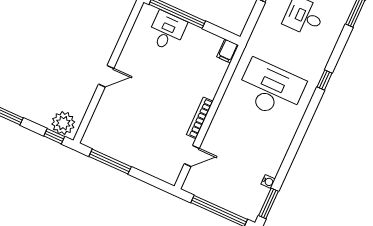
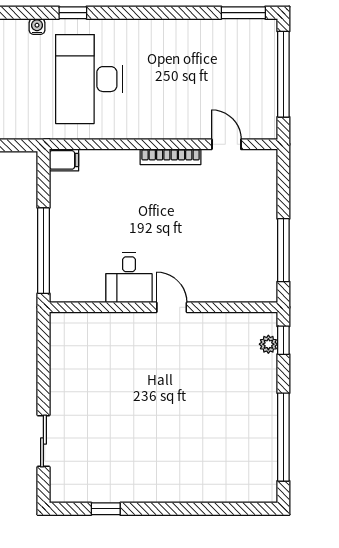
desk: (167, 31) -> (129, 278), moved, turned -90
window: (325, 80) -> (73, 13), moved
plant: (63, 123) -> (268, 344), width x0.53, depth x0.53
water cooler: (268, 182) -> (37, 26), moved

